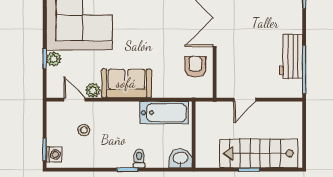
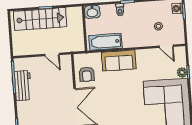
sofa: (126, 83) -> (119, 61), moved
plant: (93, 90) -> (154, 53), removed
door: (245, 100) -> (52, 54), swing flipped

